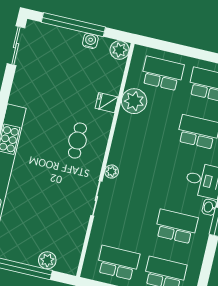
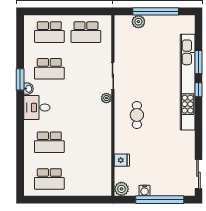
school desk: (162, 74) -> (86, 179), removed
plant: (134, 101) -> (102, 154), removed
fridge: (107, 103) -> (122, 160), moved

